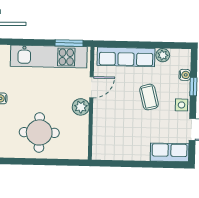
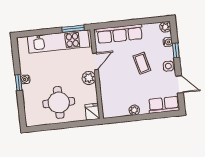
plant: (163, 55) -> (165, 27), moved
fridge: (80, 149) -> (92, 112), added
plant: (132, 154) -> (134, 110), added

